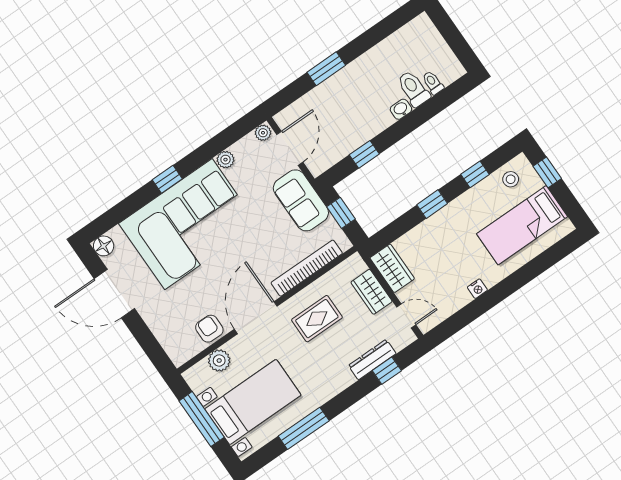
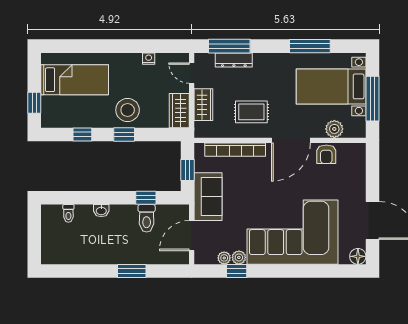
toilet: (413, 89) -> (147, 218), moved
plant: (263, 133) -> (224, 258), moved
window: (167, 179) -> (237, 271), moved
stool: (511, 179) -> (128, 110), moved, width x1.89, depth x1.89
nightstand: (477, 289) -> (149, 59), moved
window: (387, 371) -> (229, 46), width x2.17

